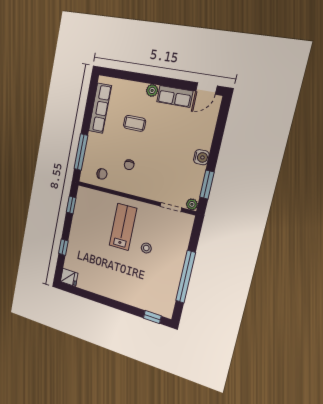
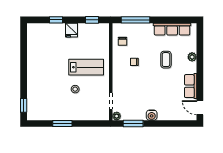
plant: (152, 90) -> (192, 57), moved
fridge: (69, 277) -> (72, 30), moved
window: (186, 277) -> (62, 124), width x0.47

